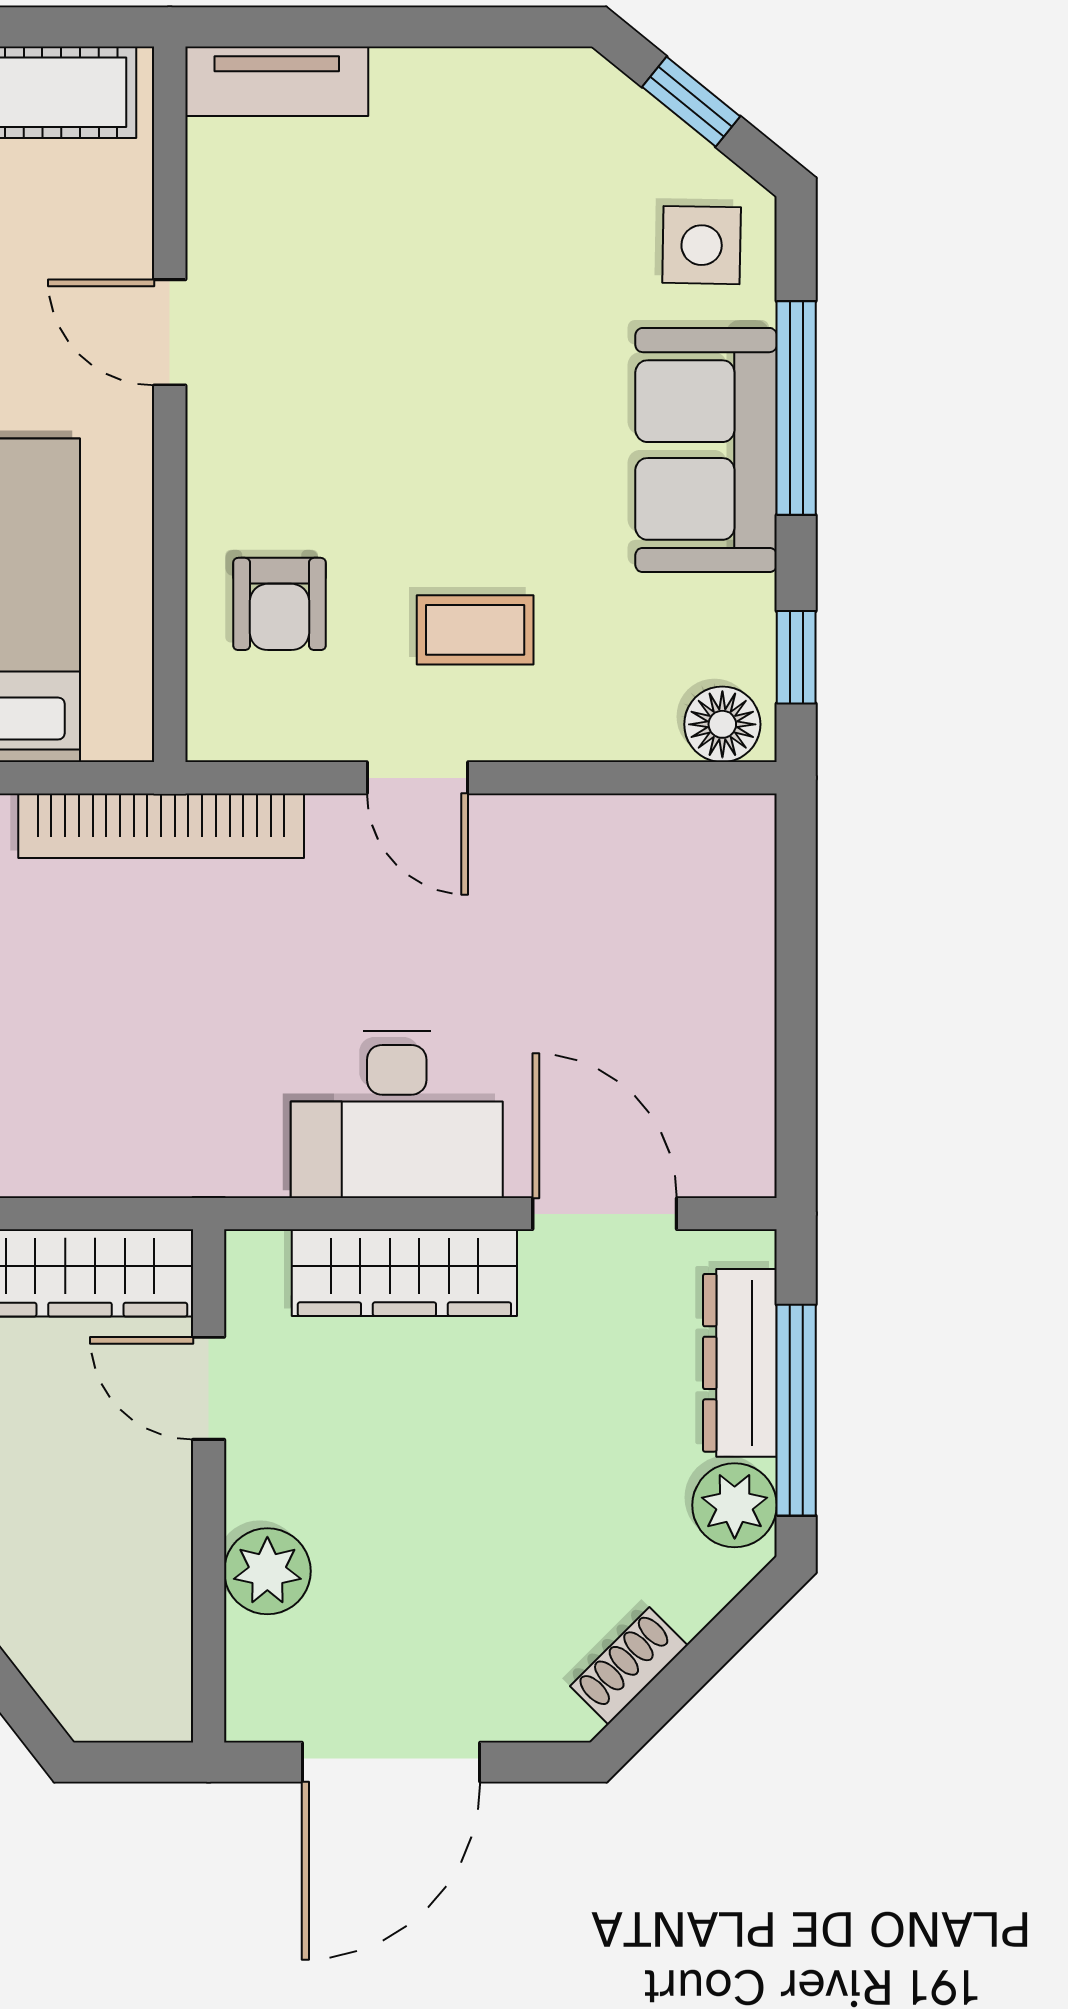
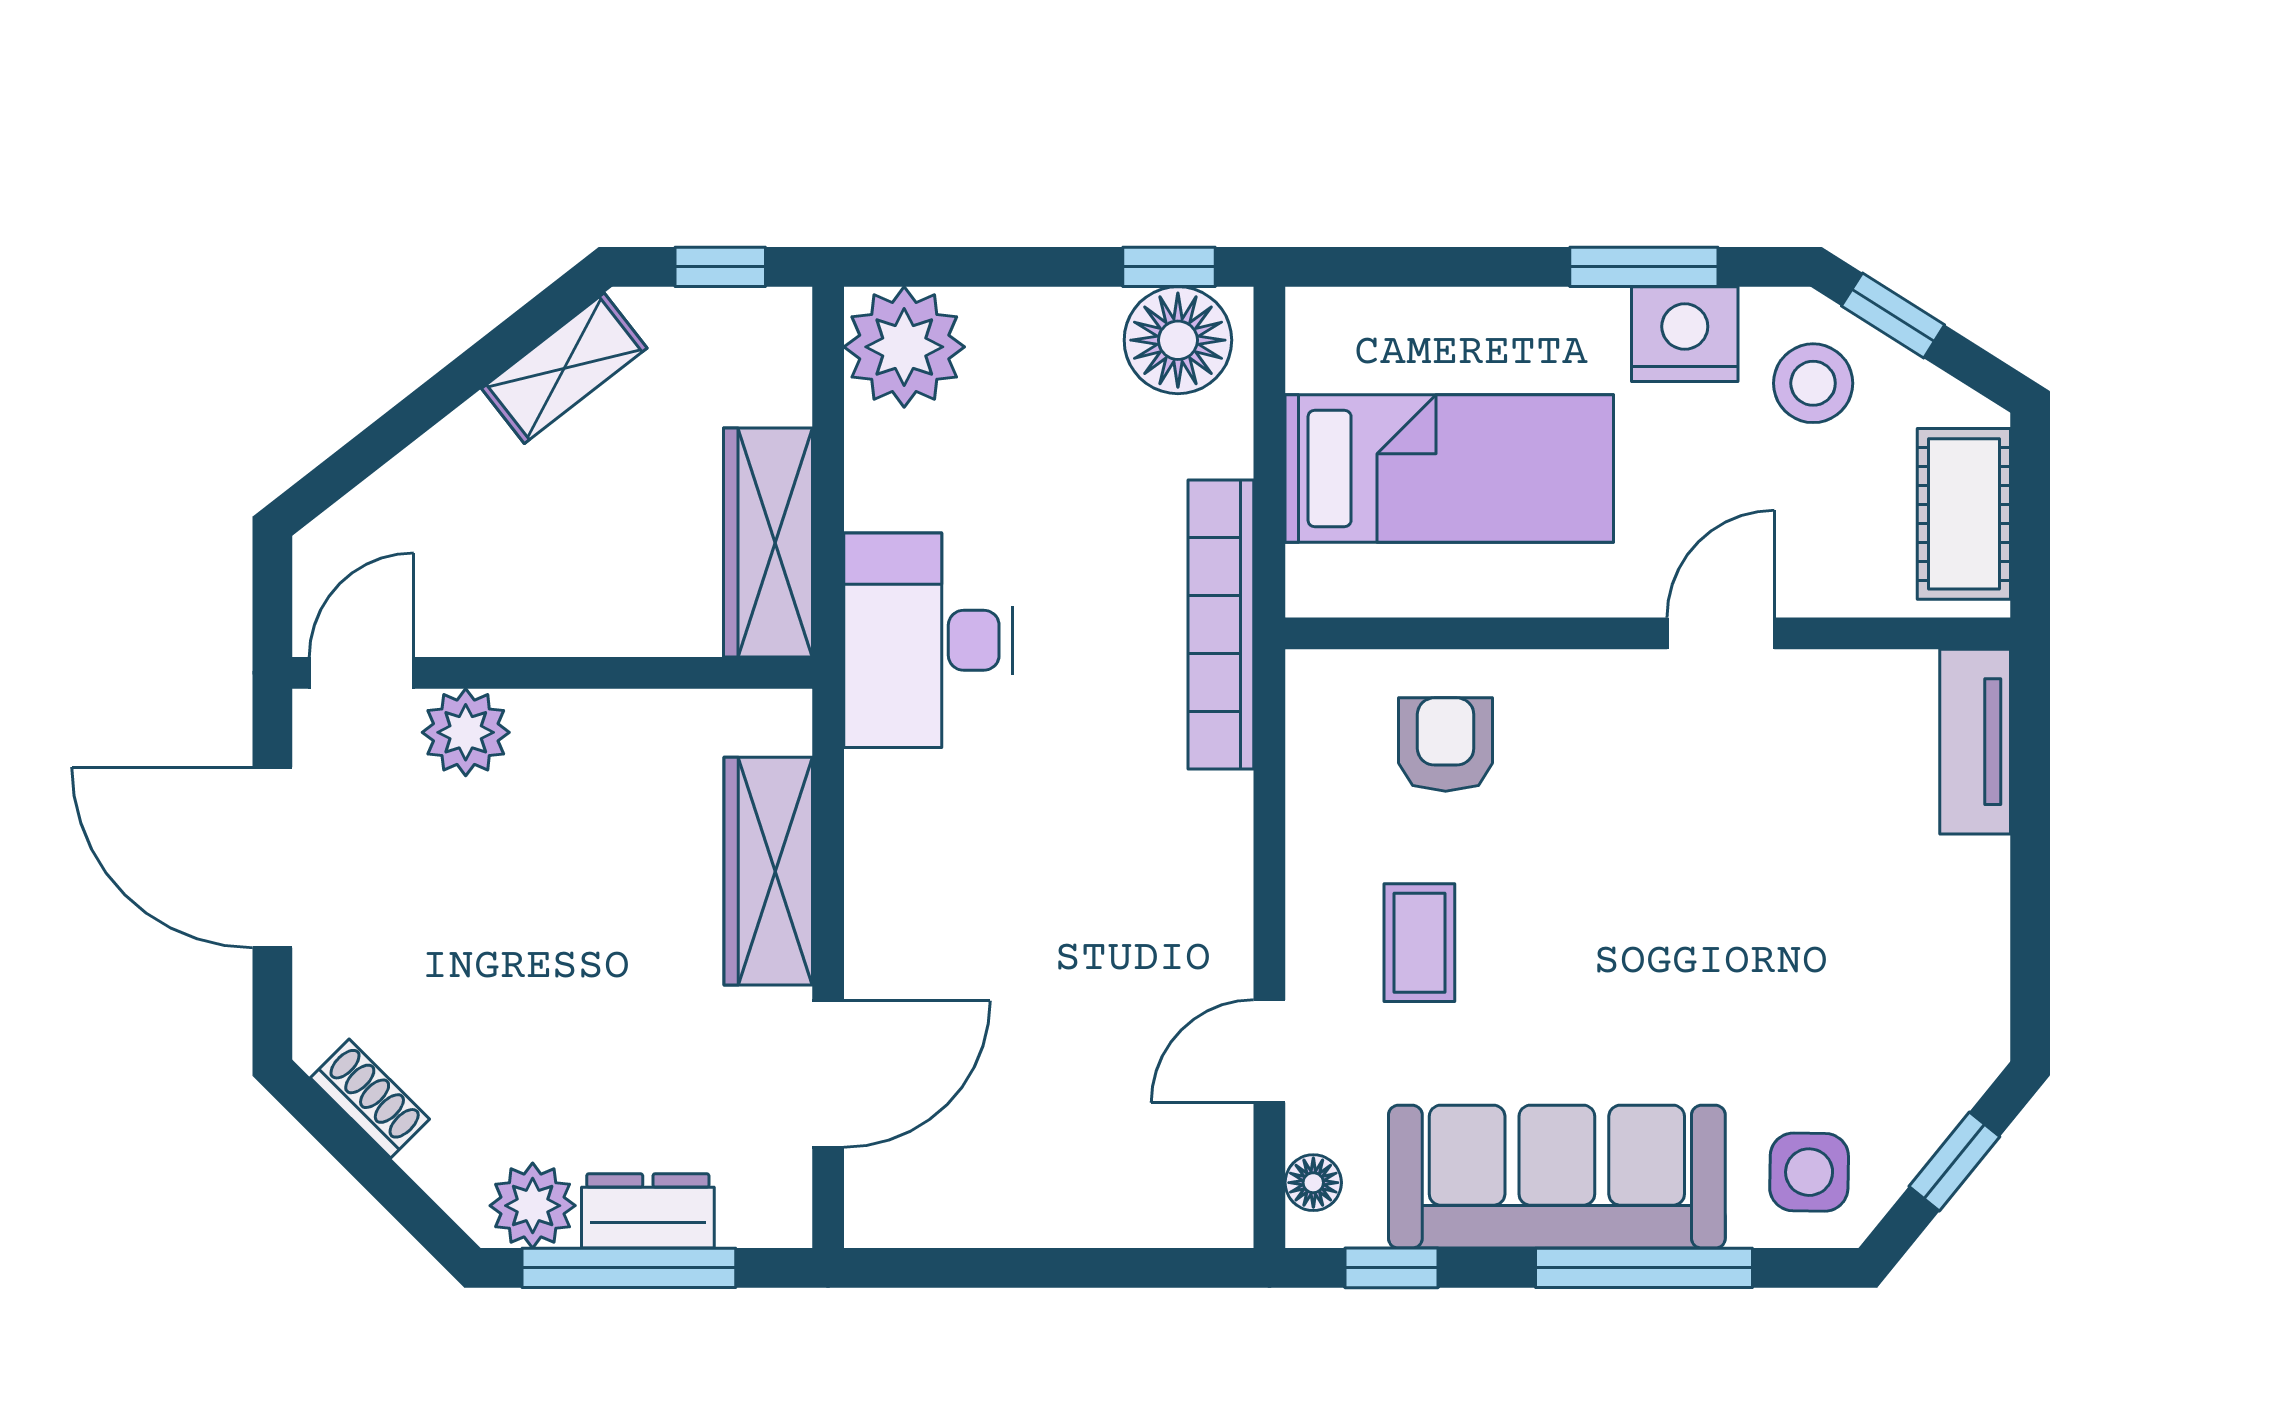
sofa: (706, 450) -> (1557, 1177), width x1.36
armchair: (279, 604) -> (1446, 745), turned 90
floor lamp: (722, 724) -> (1313, 1183), width x0.73, depth x0.73
door: (418, 778) -> (1269, 1051), moved
desk: (397, 1115) -> (928, 640), moved
dresser: (740, 1363) -> (648, 1211), width x0.70
door: (209, 1388) -> (362, 673), moved

